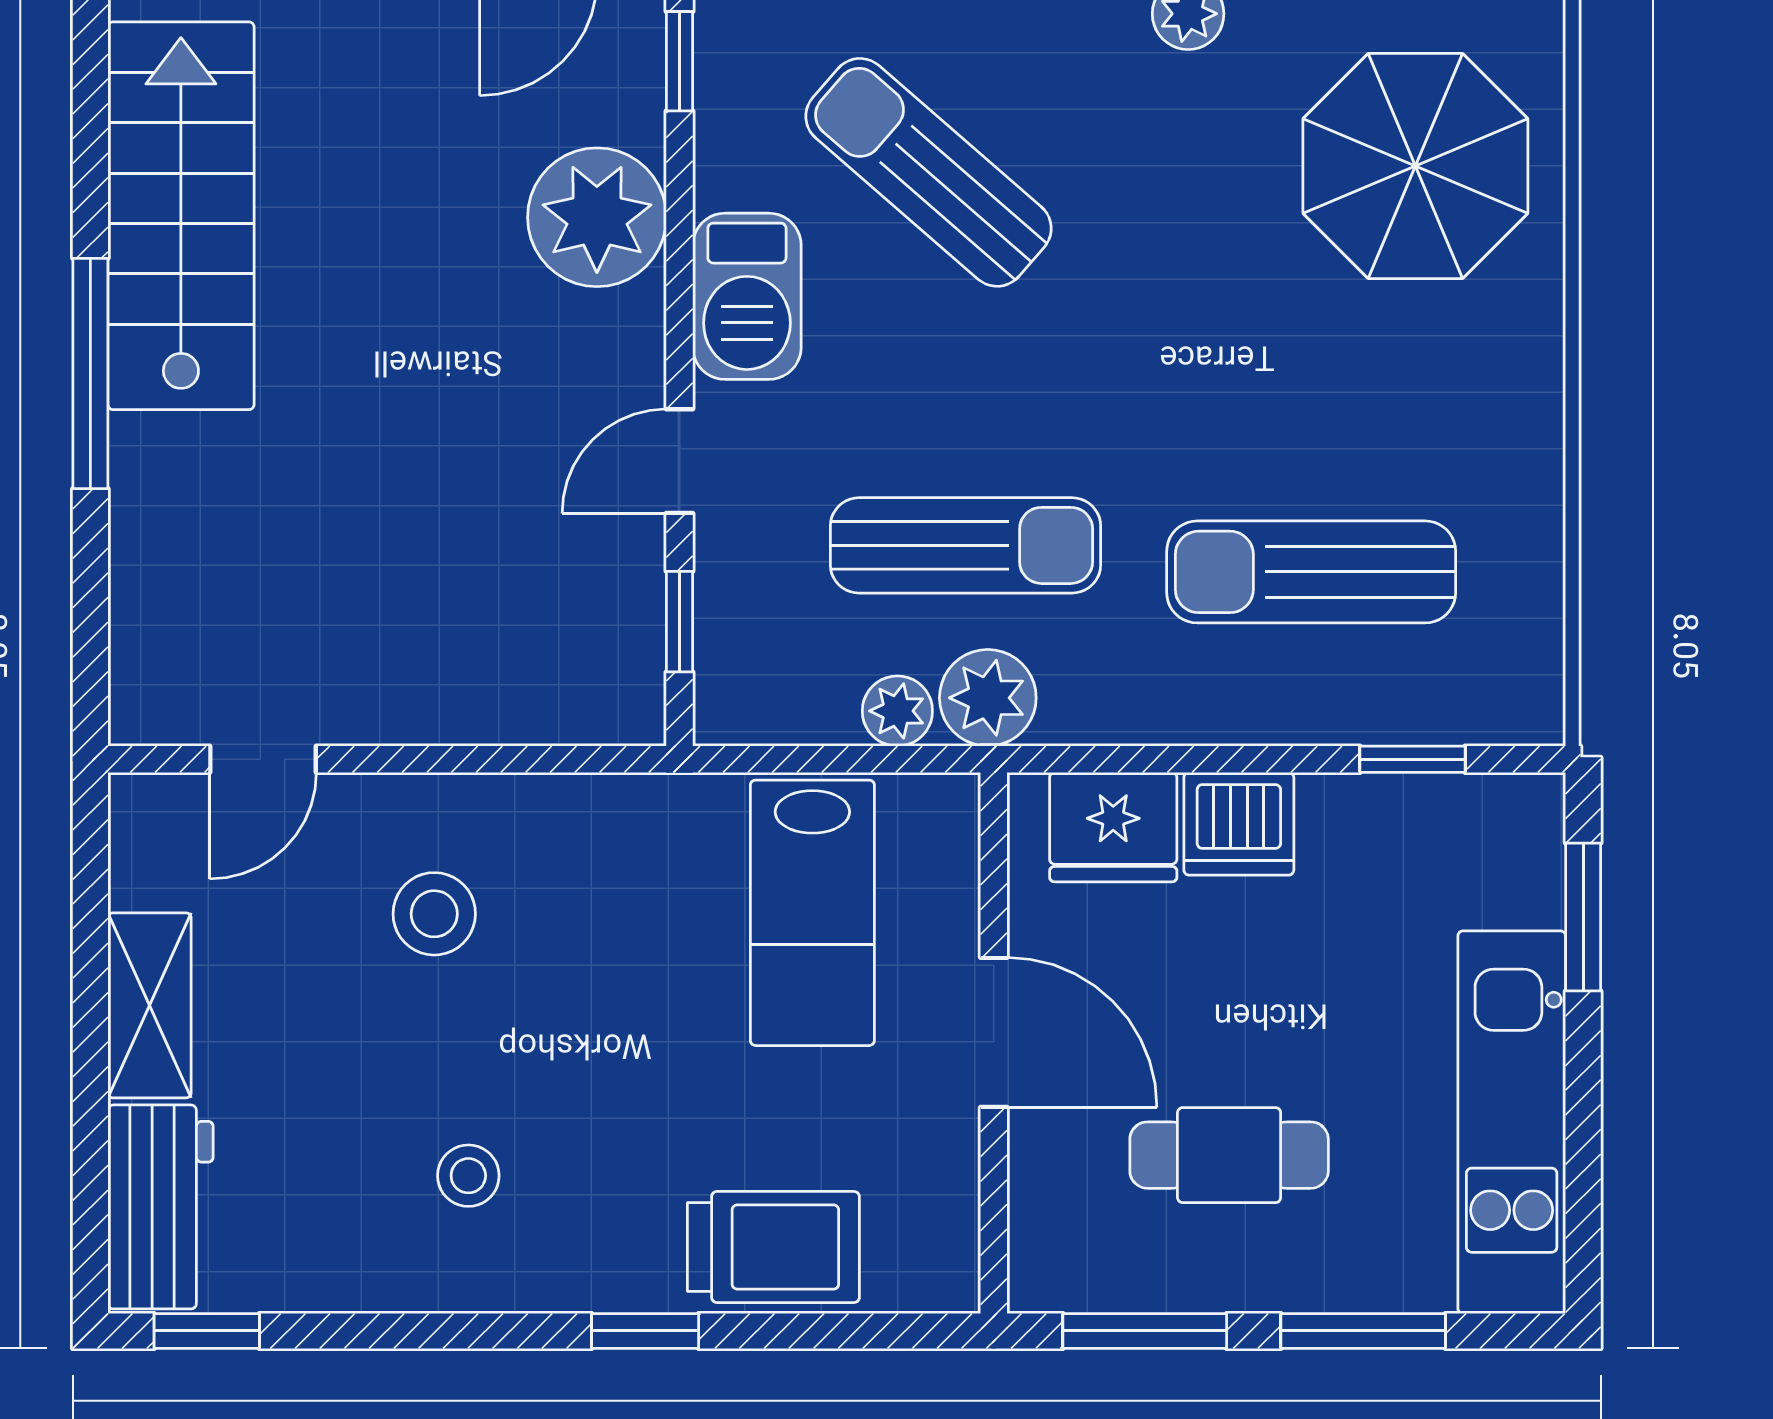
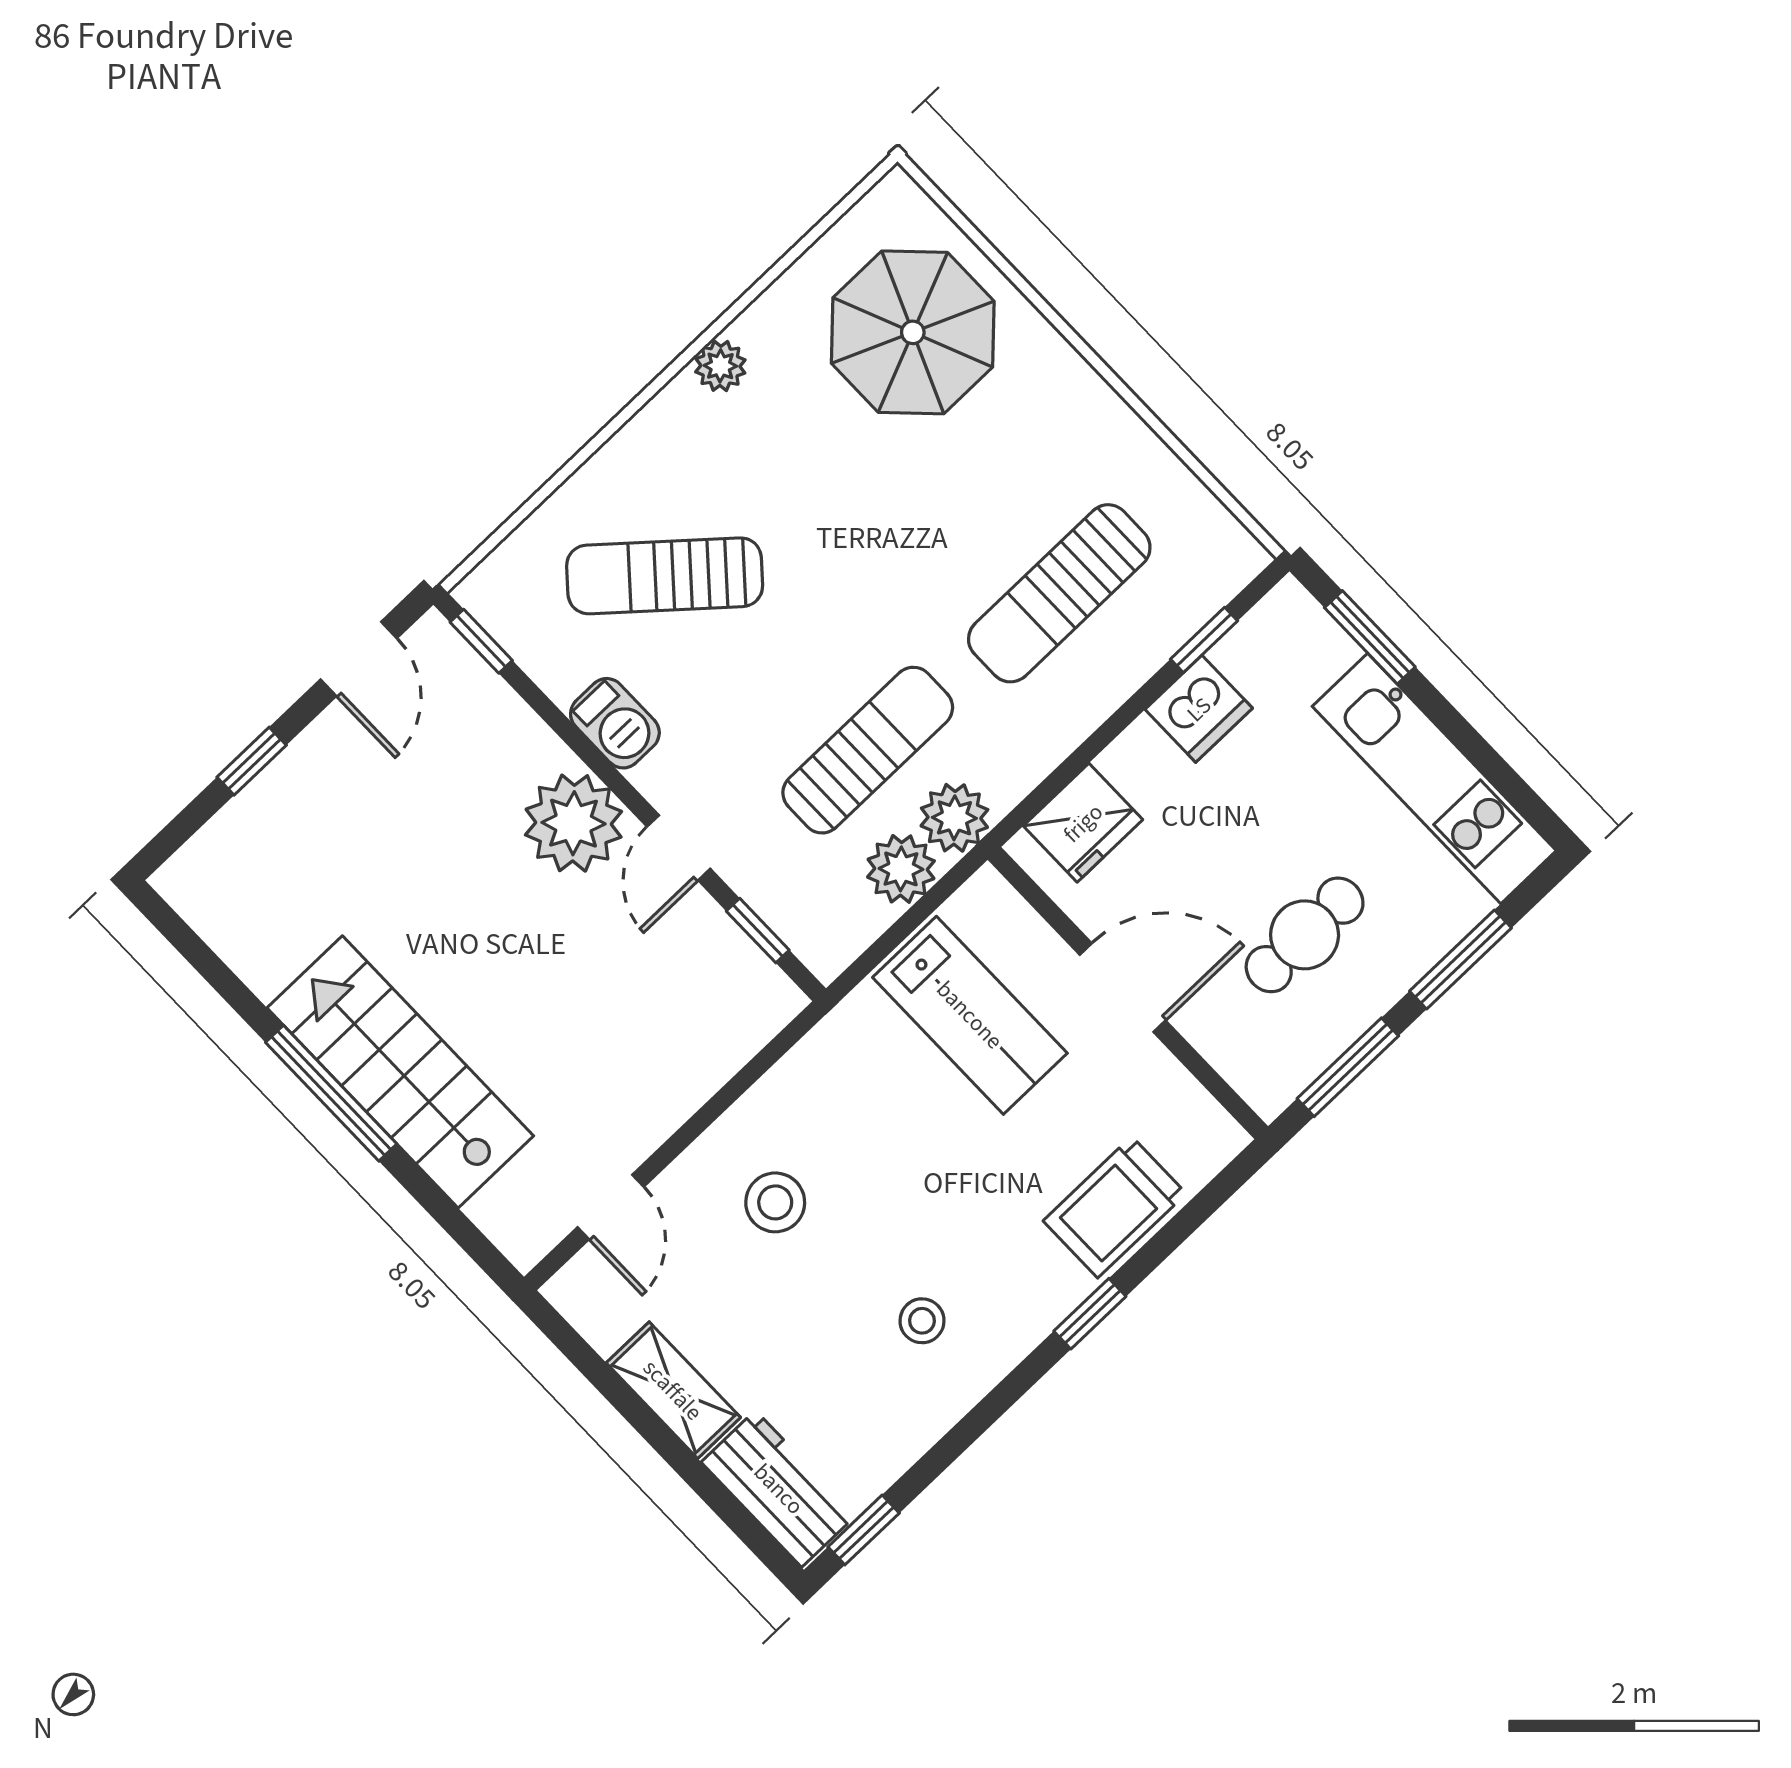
stairs: (181, 216) -> (400, 1072), moved
plant: (597, 217) -> (574, 823), moved
barbecue: (747, 296) -> (615, 723), width x0.73, depth x0.79
plant: (897, 711) -> (901, 869), width x1.38, depth x1.38
dishwasher: (1239, 824) -> (1199, 709), moved
trolley: (773, 1247) -> (1115, 1207), turned 180

